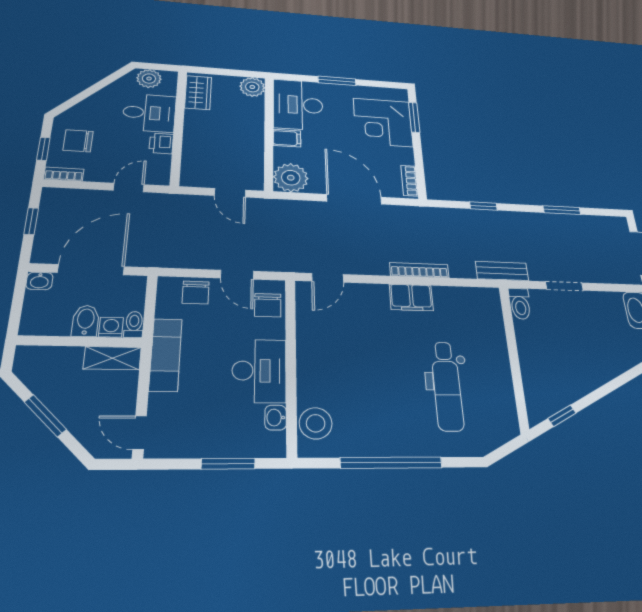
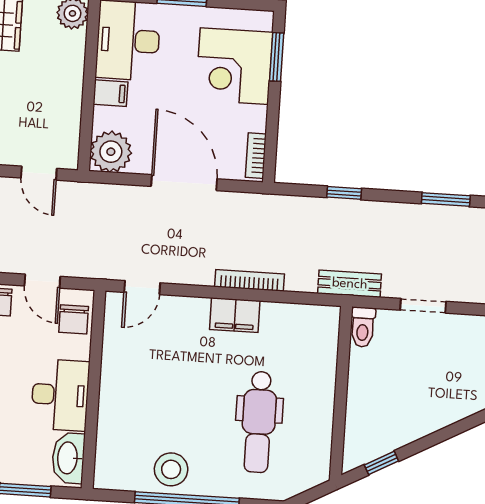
washbasin: (276, 418) -> (68, 458), width x1.91, depth x1.45
stool: (316, 423) -> (171, 469), moved

